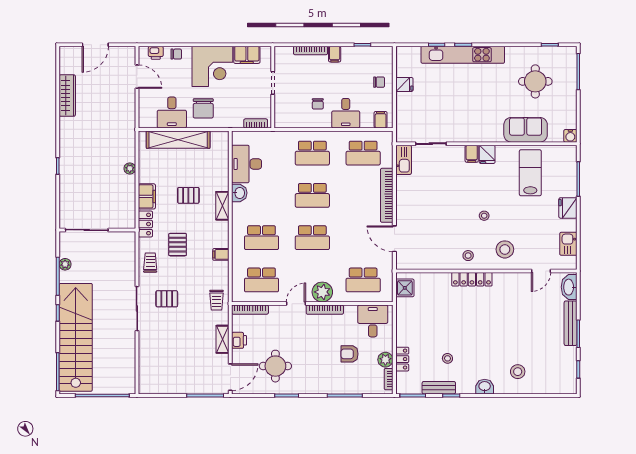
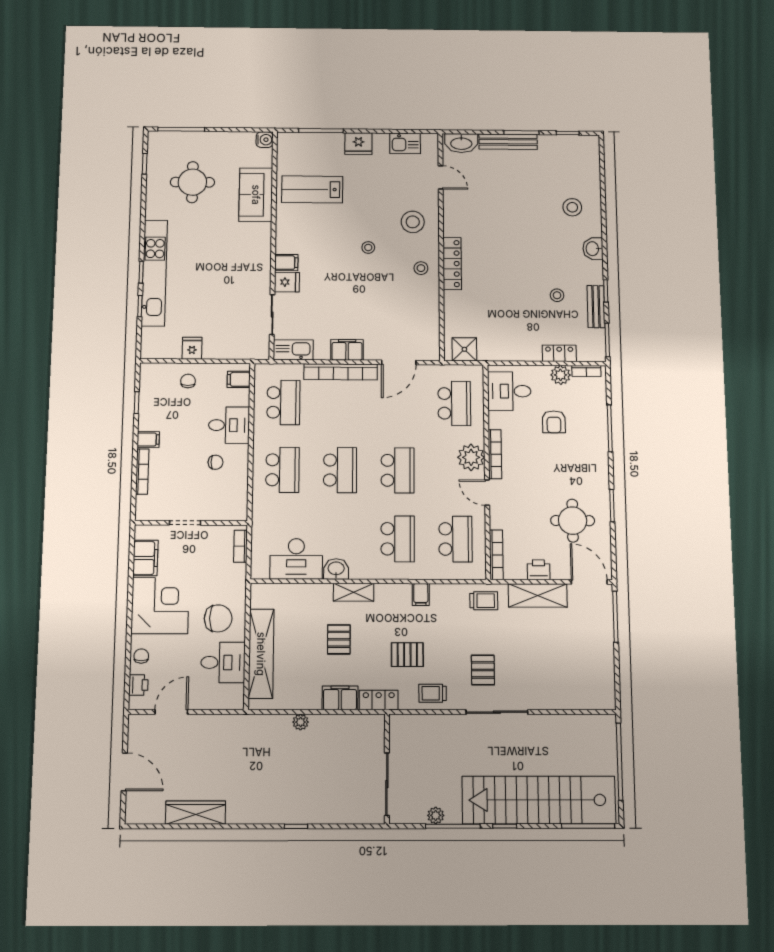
fridge: (487, 154) -> (287, 282), moved
filing cabinet: (404, 200) -> (347, 350), added
shelving: (222, 339) -> (538, 595), width x1.50, depth x1.33

